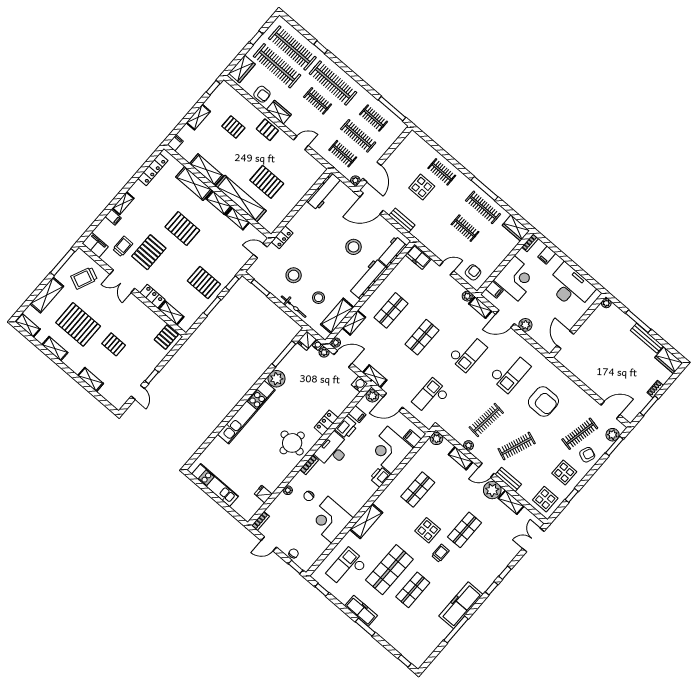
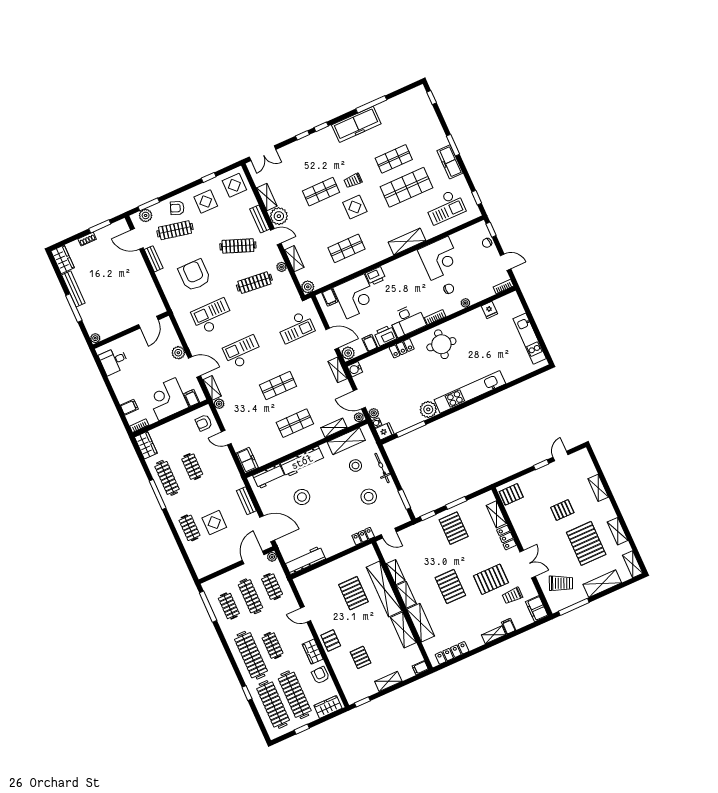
desk: (570, 287) -> (114, 361), width x0.53, depth x0.77
pallet: (114, 344) -> (562, 510), turned 90
bench: (587, 399) -> (154, 259), added

